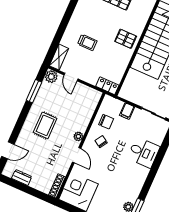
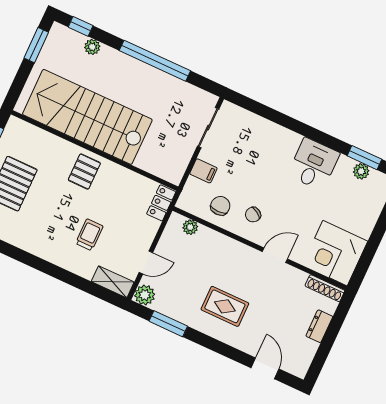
plant: (78, 136) -> (190, 227), moved
desk: (144, 152) -> (314, 164), moved
dresser: (22, 177) -> (319, 326), moved

